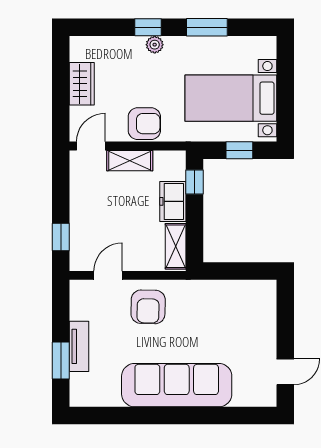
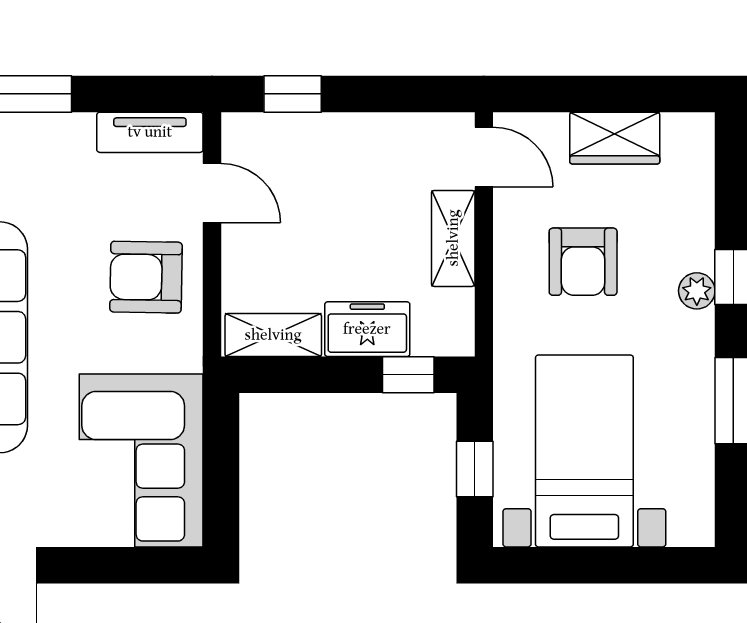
armchair: (144, 124) -> (583, 262), moved
corner sofa: (235, 309) -> (141, 460), added
tv unit: (79, 346) -> (150, 132), moved

